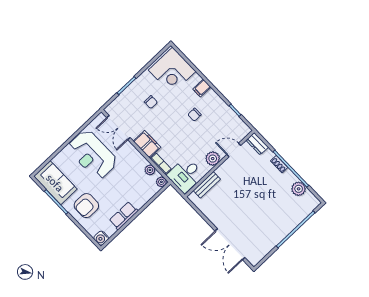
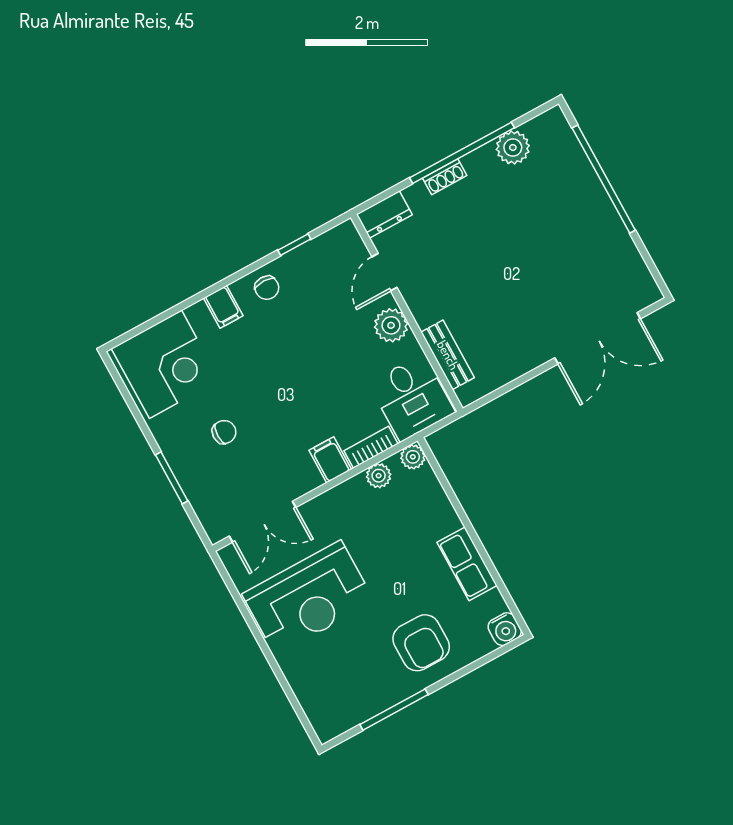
chair: (194, 115) -> (267, 288), moved
filing cabinet: (147, 144) -> (330, 460), width x0.50
sofa: (55, 183) -> (350, 699), removed

